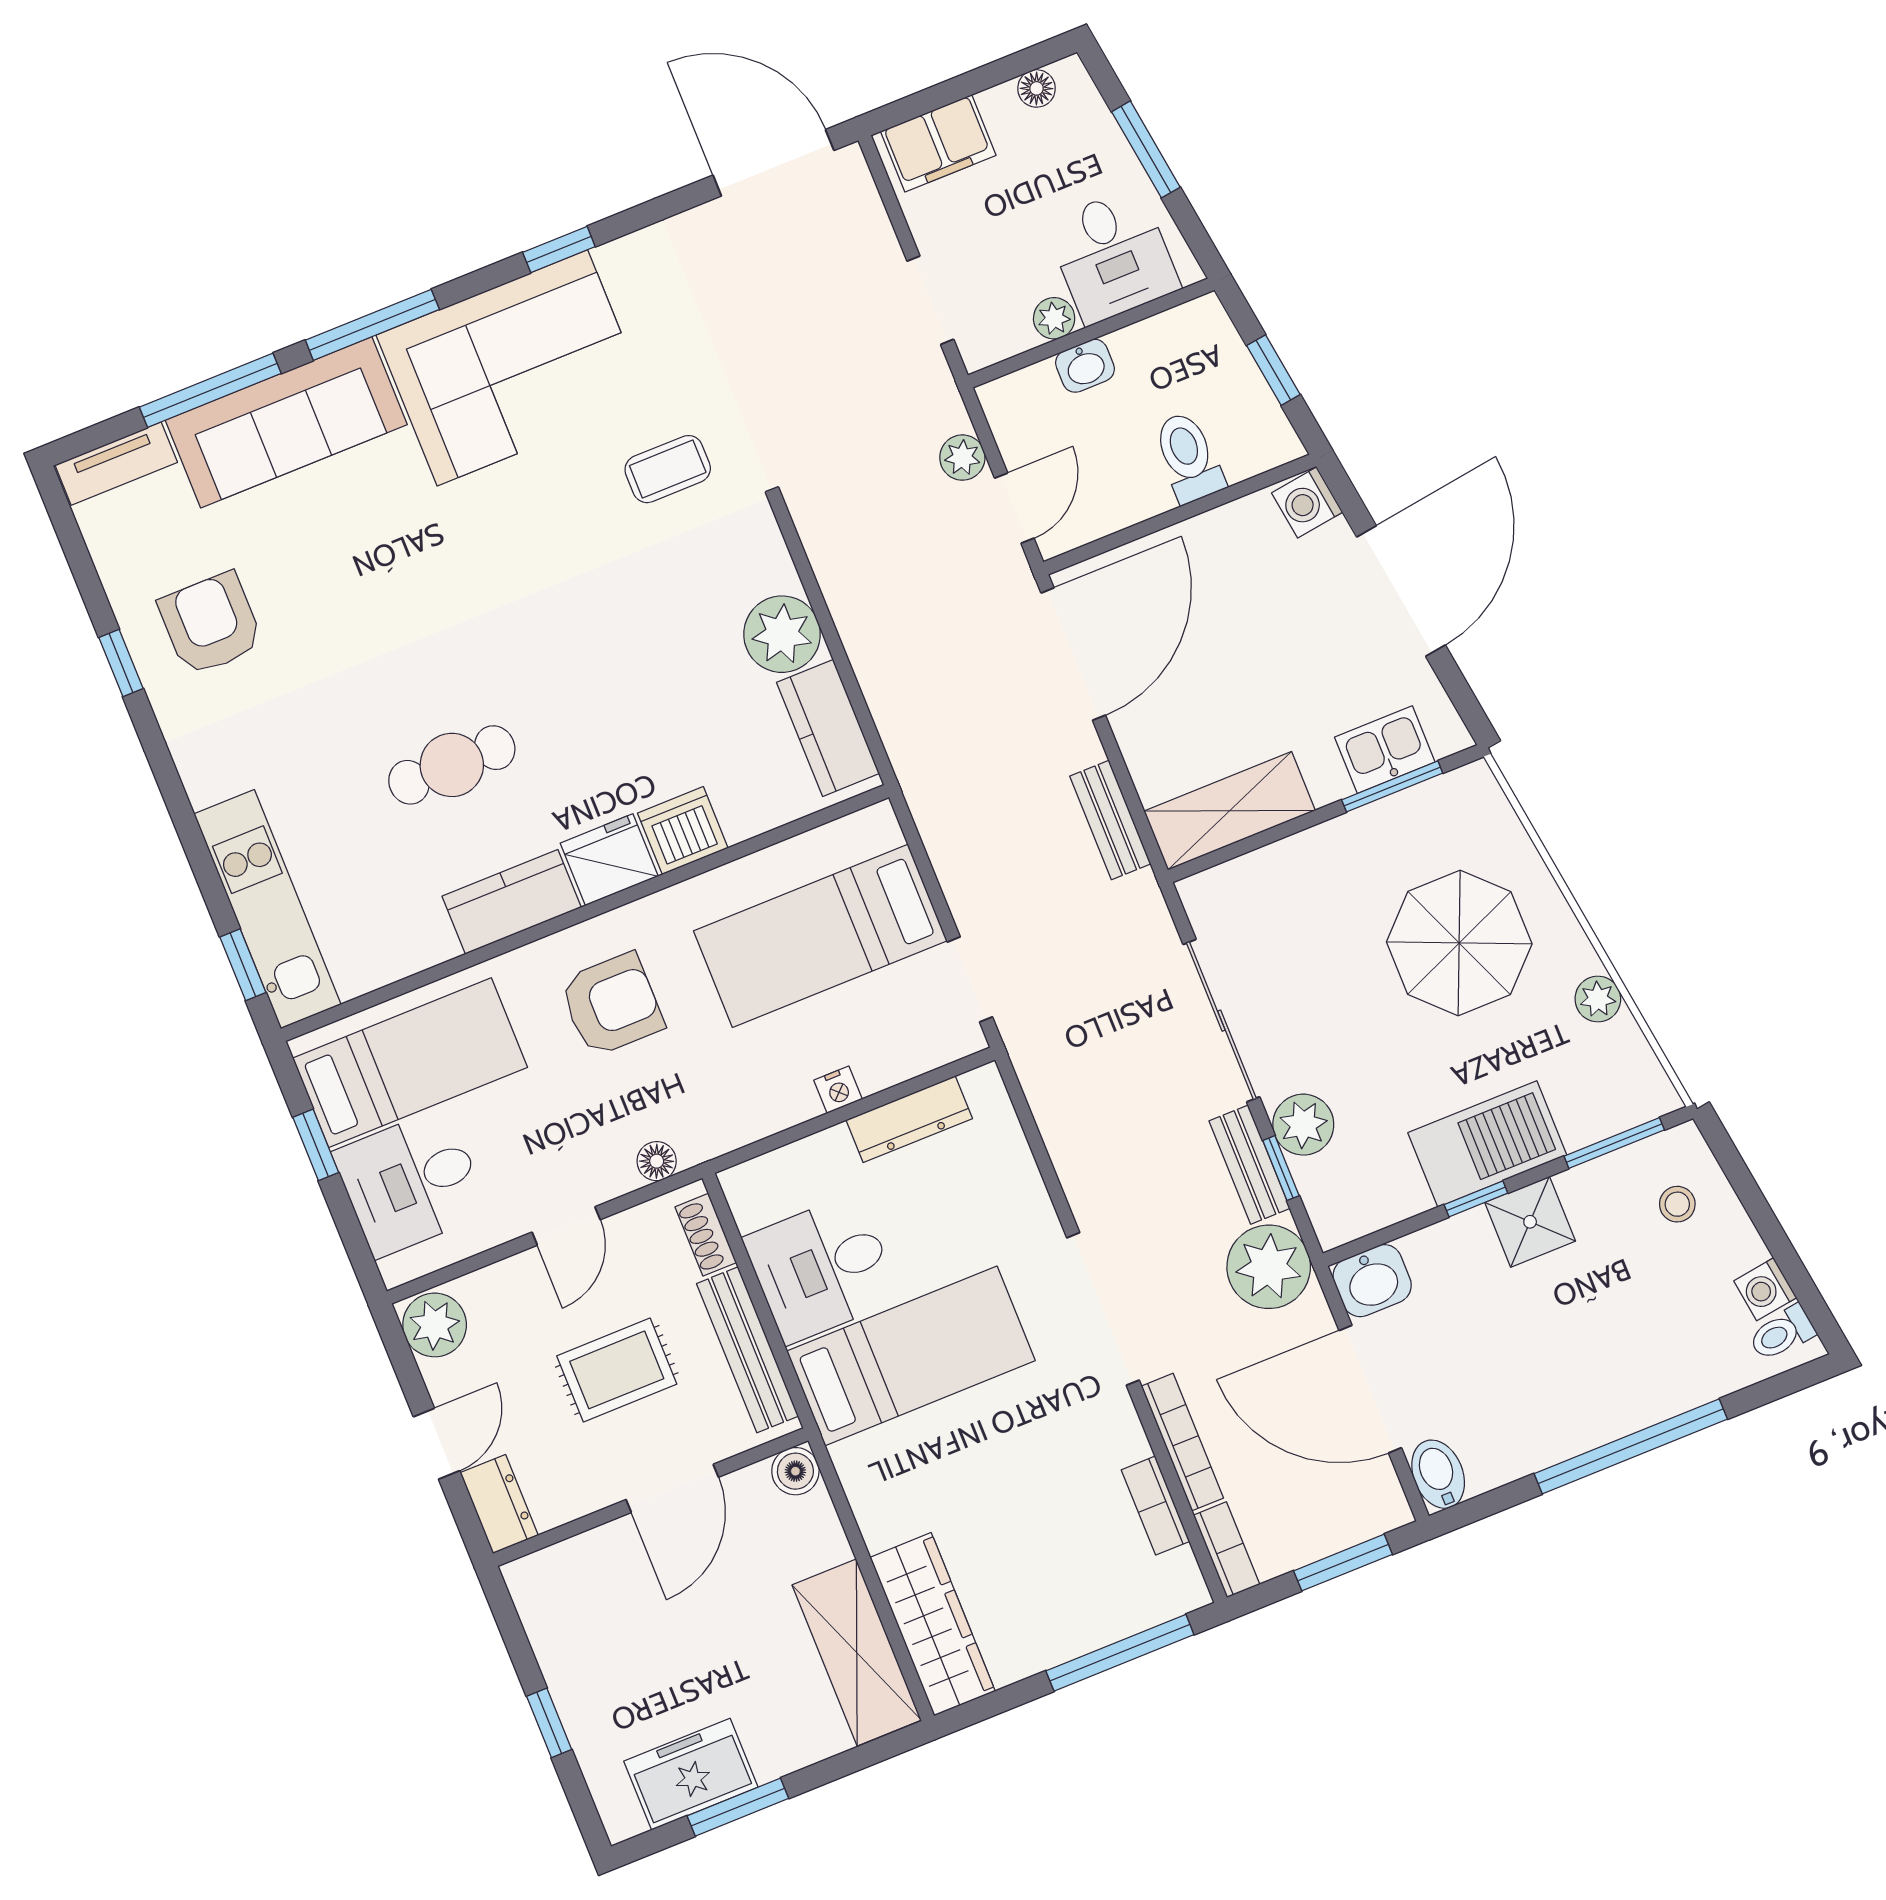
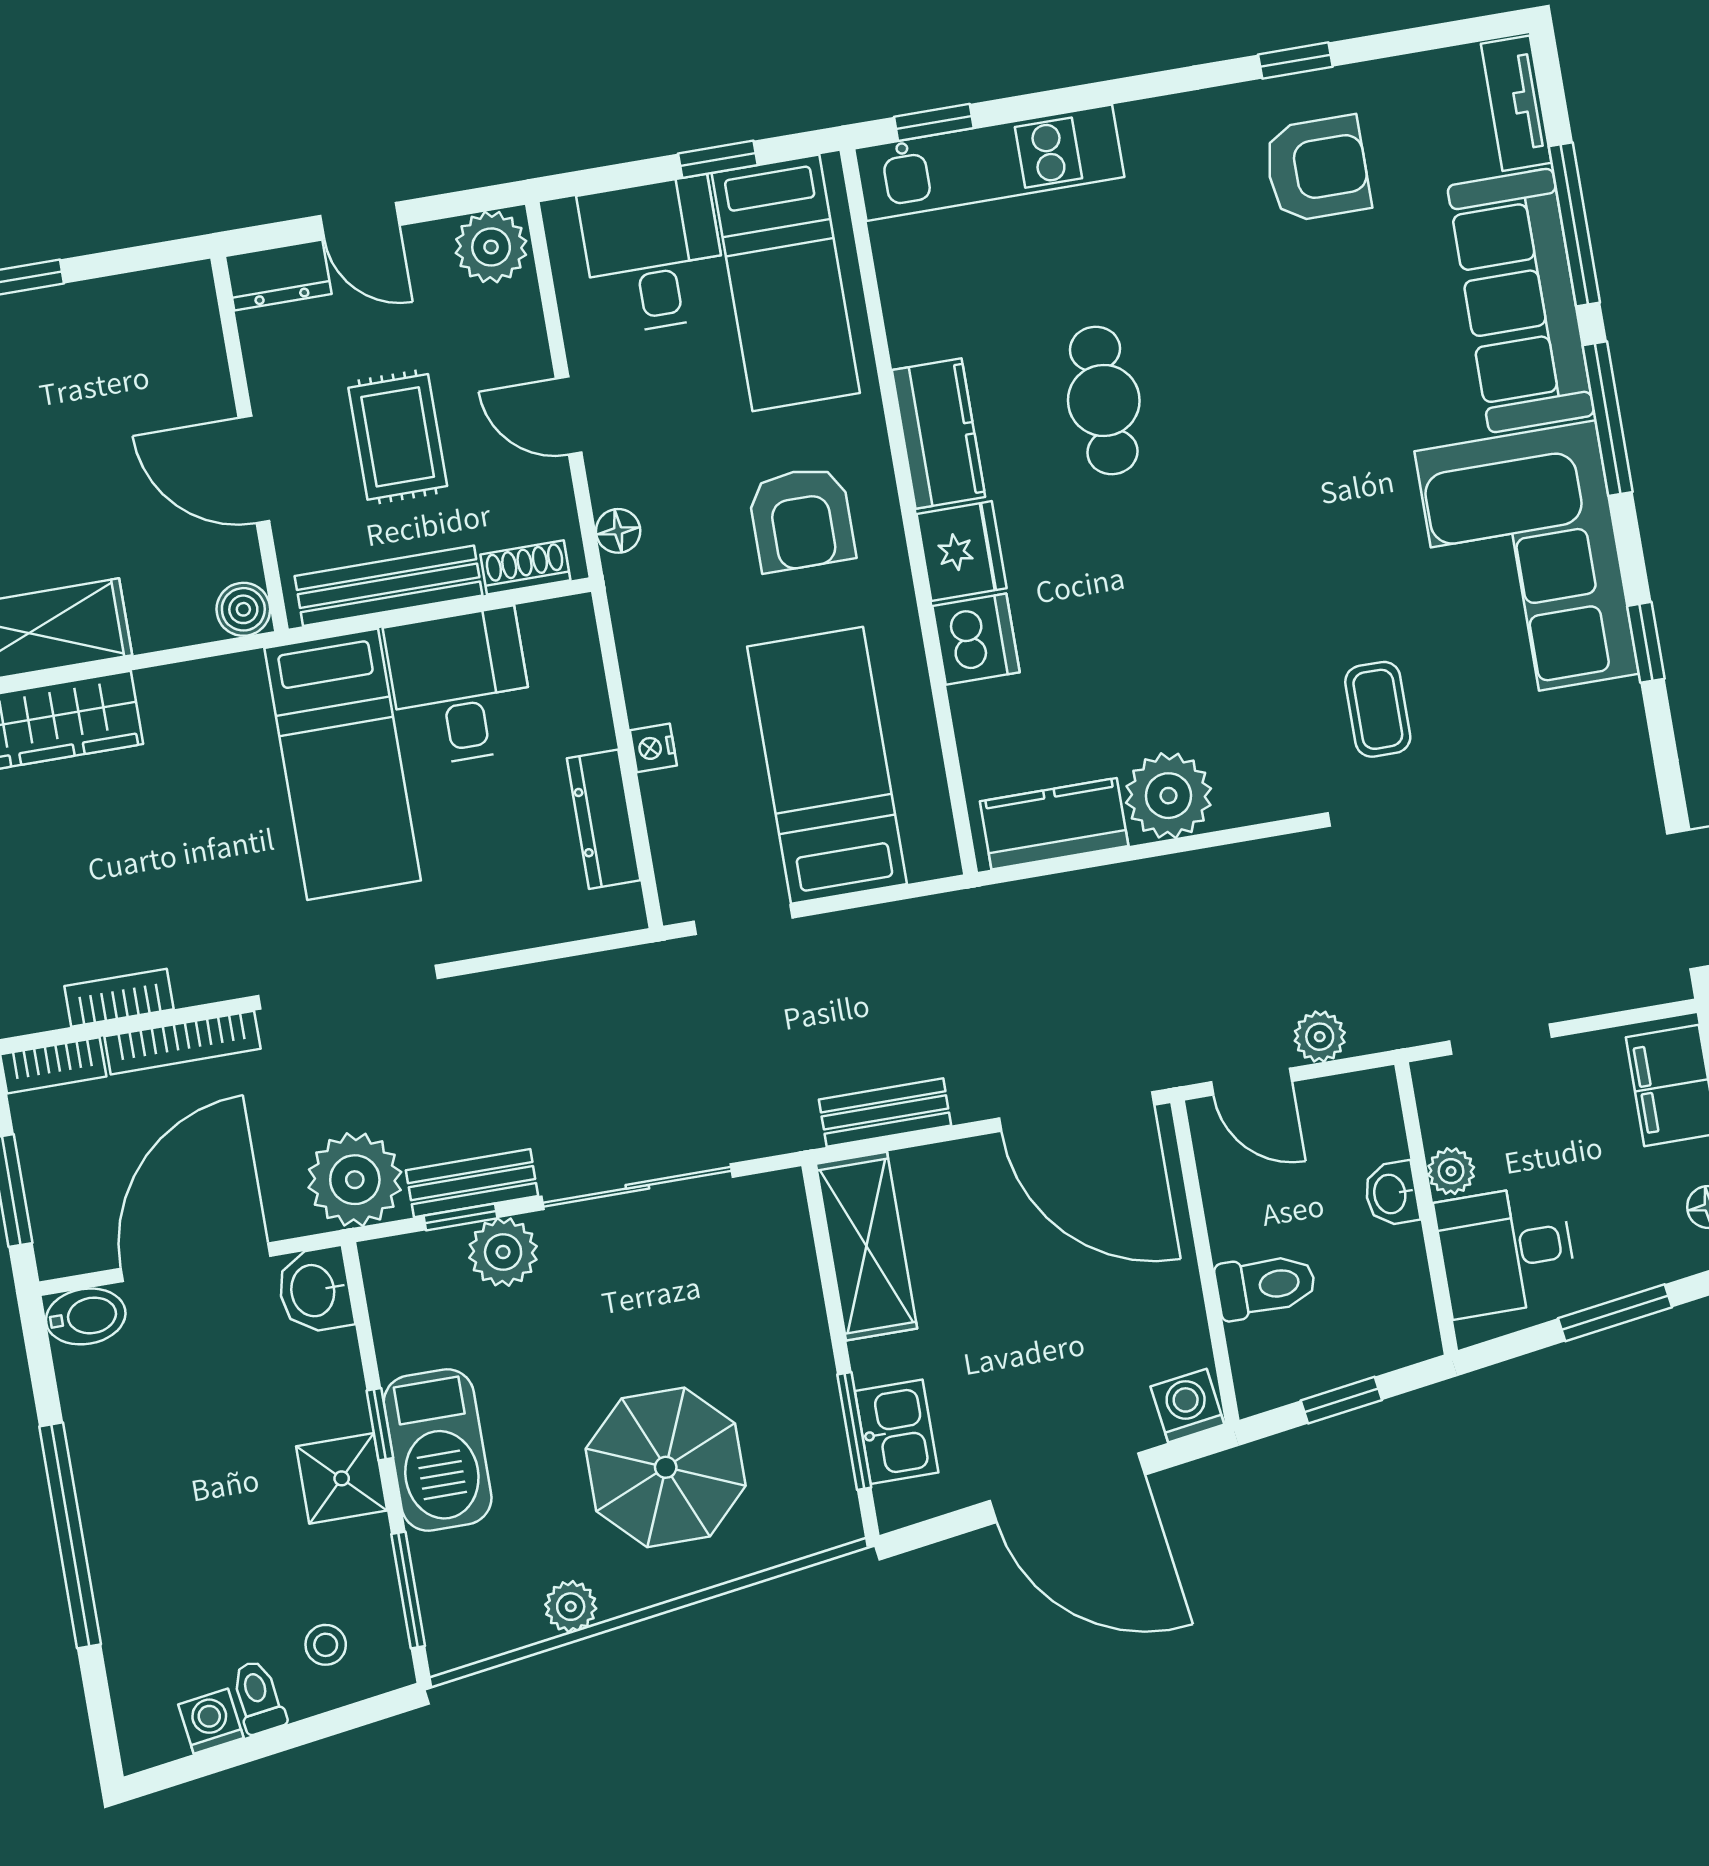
toilet: (1782, 1333) -> (258, 1697), moved

